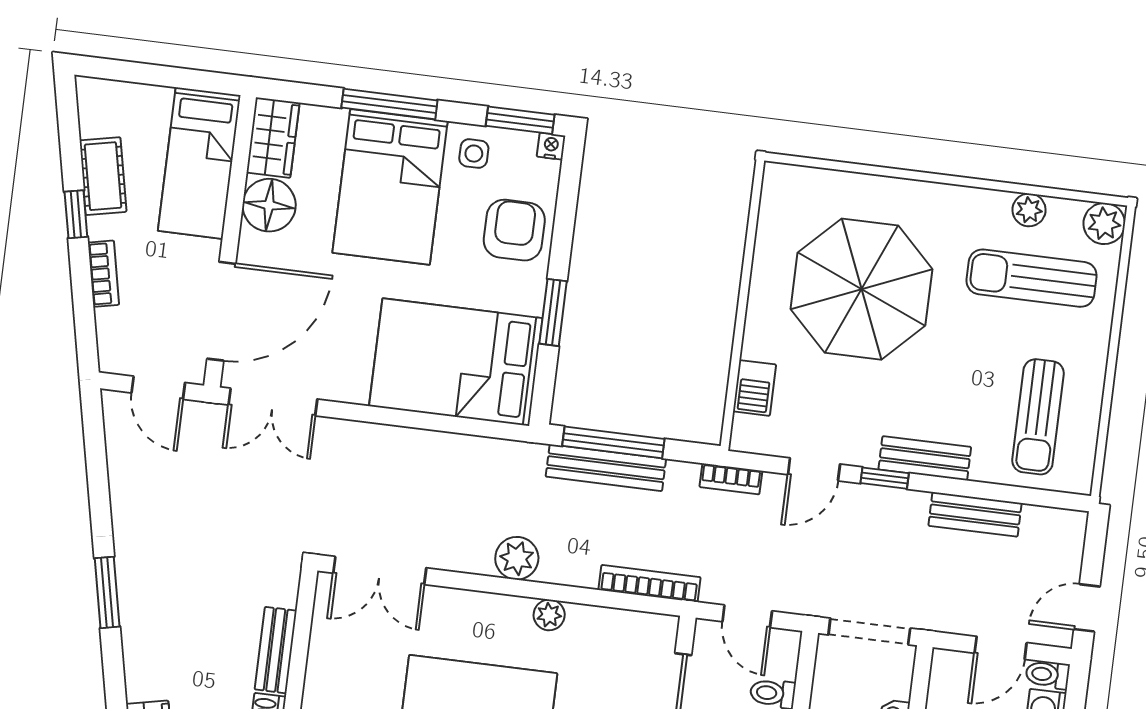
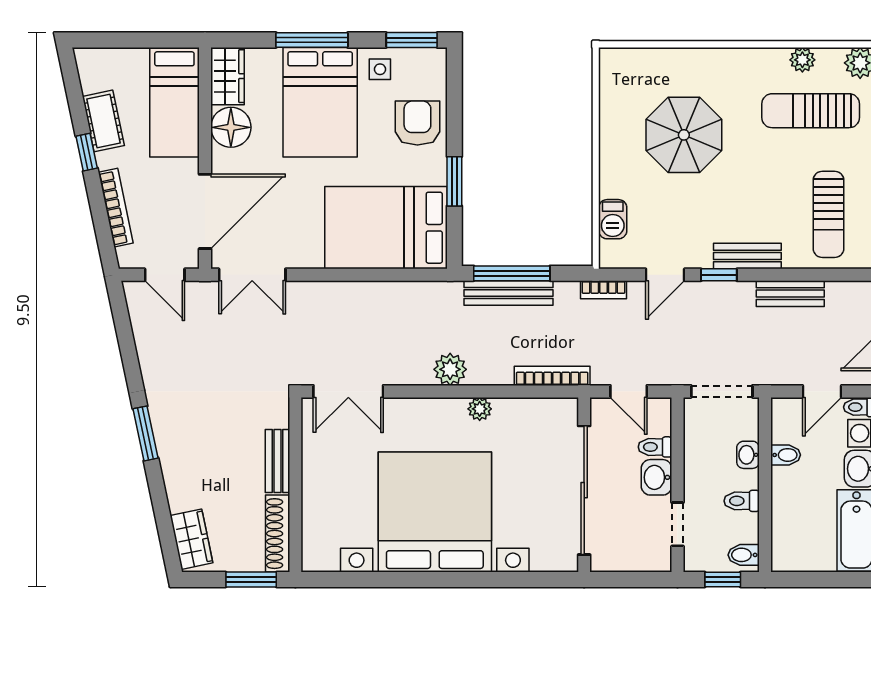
nightstand: (551, 146) -> (437, 57), removed
bookcase: (104, 274) -> (116, 208), width x1.56
parasol: (861, 289) -> (684, 135), width x0.73, depth x0.73

